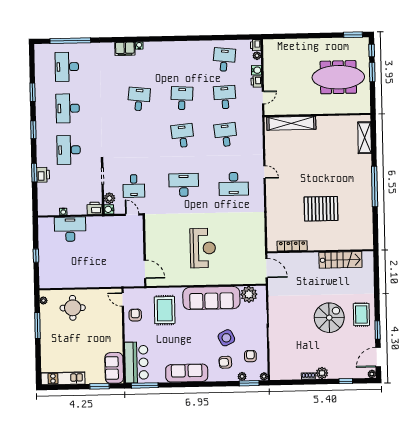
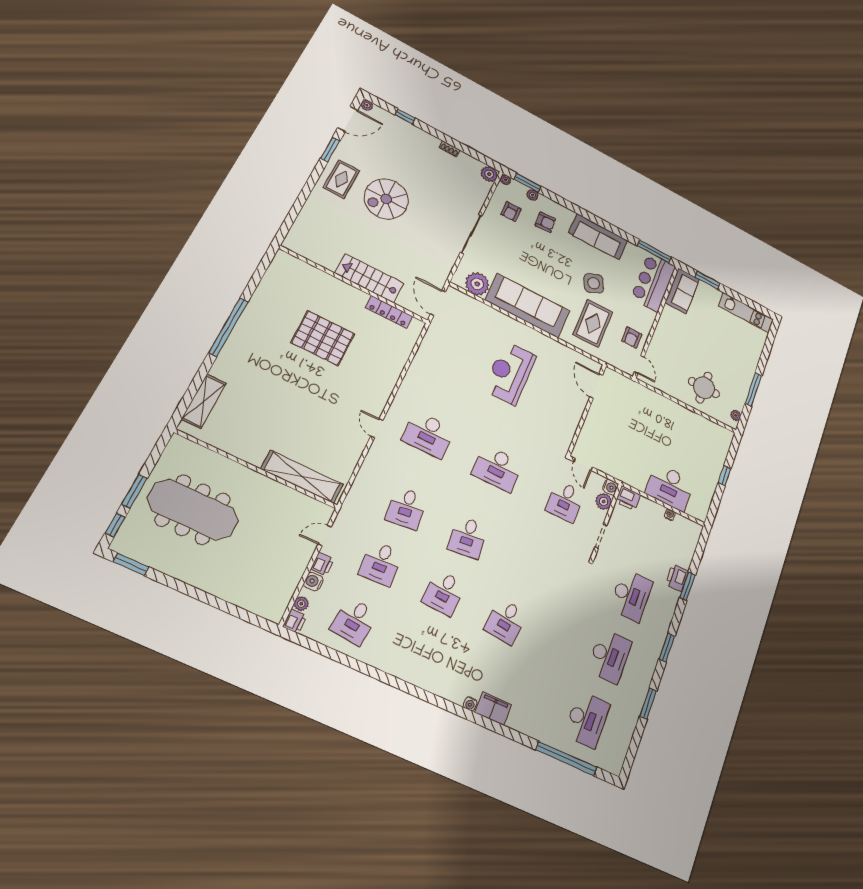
desk: (234, 184) -> (428, 434), turned 180
desk: (134, 186) -> (565, 501), turned 180
stairs: (340, 260) -> (369, 278), moved
side table: (226, 338) -> (594, 283), moved
plant: (322, 373) -> (489, 174), moved

